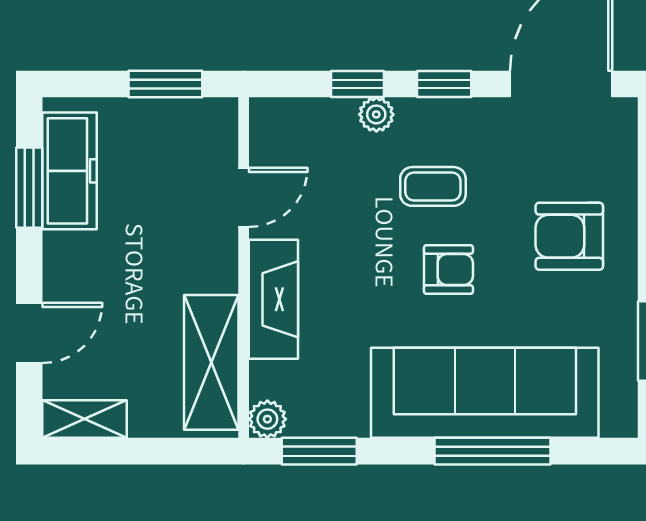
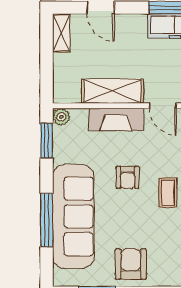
armchair: (569, 236) -> (131, 264), moved
armchair: (448, 270) -> (128, 177), moved
shelving: (211, 362) -> (112, 91), moved

